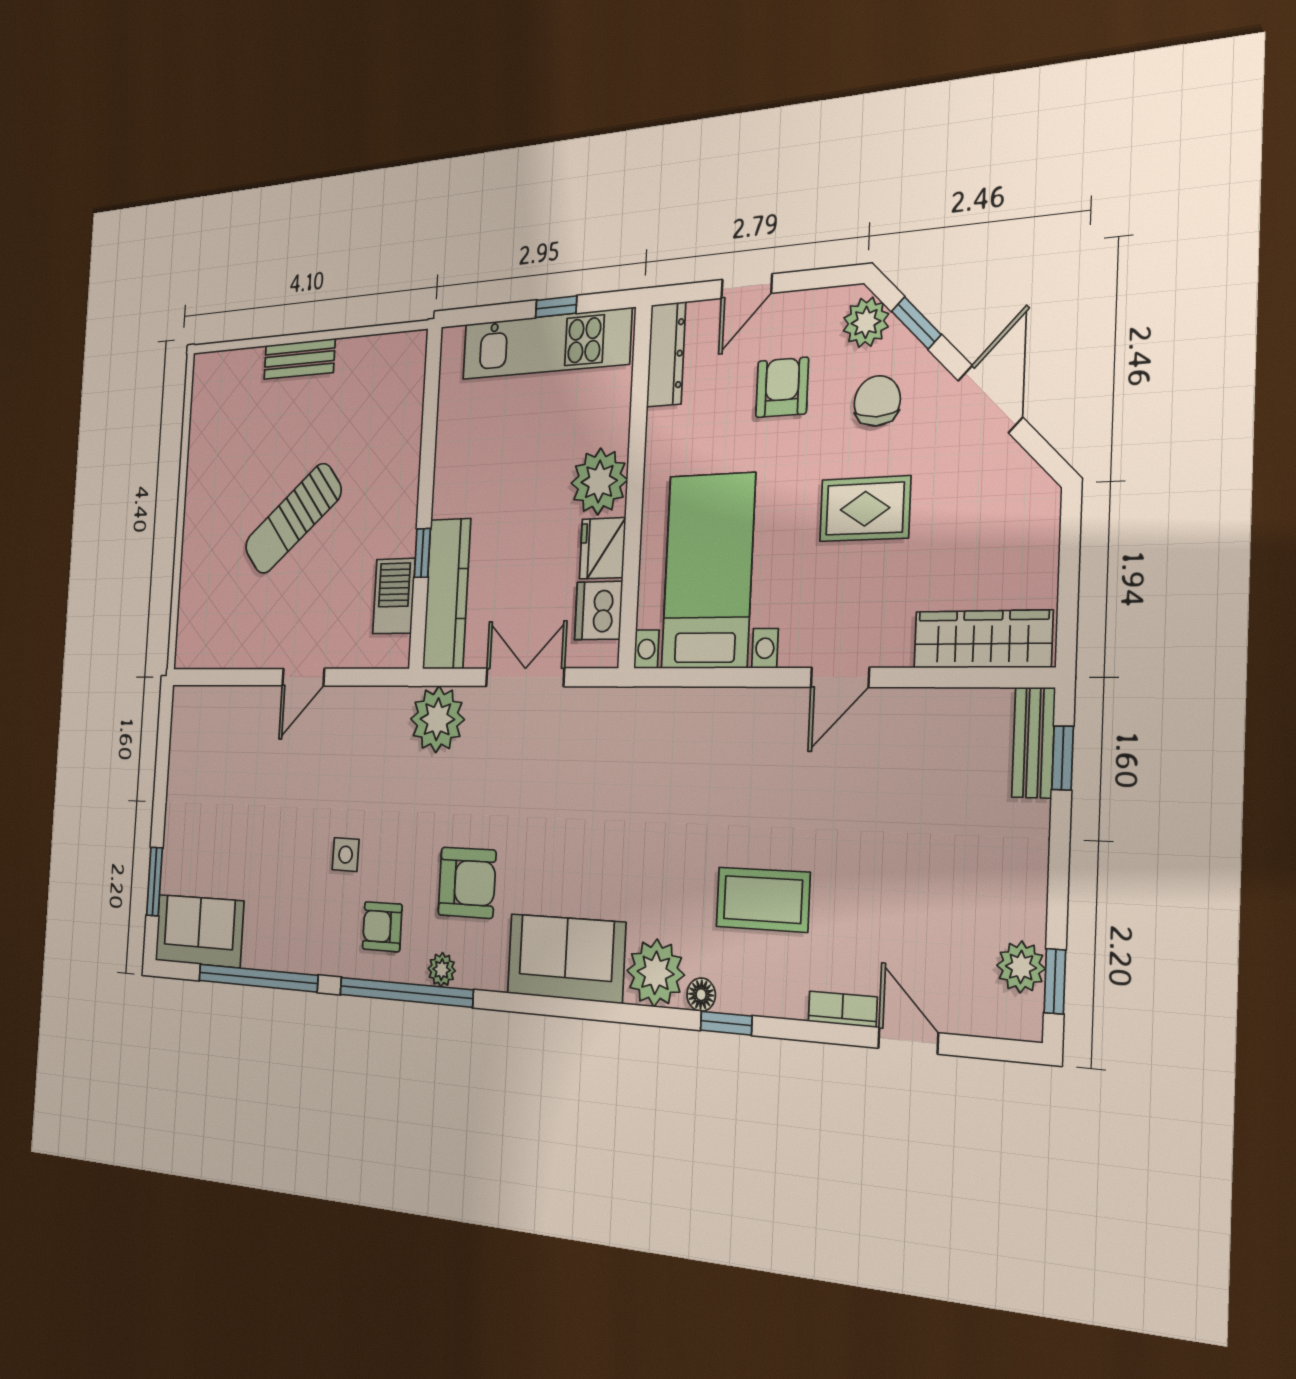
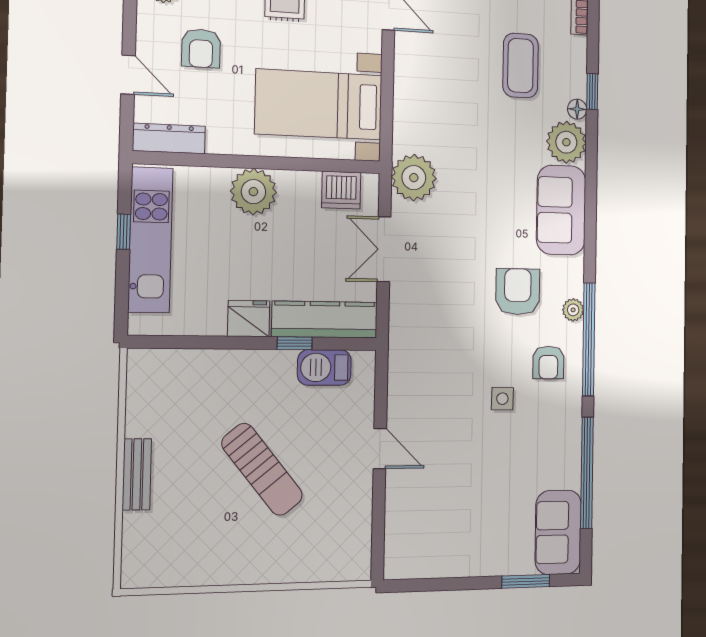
armchair: (782, 387) -> (201, 48), turned -90
fridge: (603, 548) -> (249, 319), moved, turned 180
plant: (437, 719) -> (414, 178), moved

